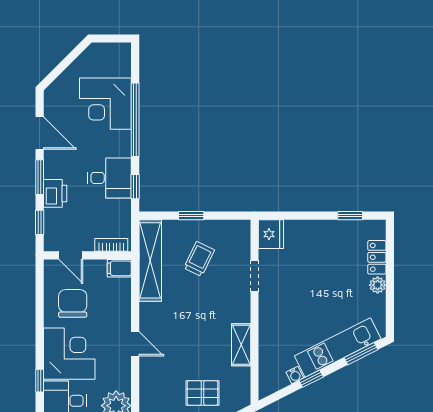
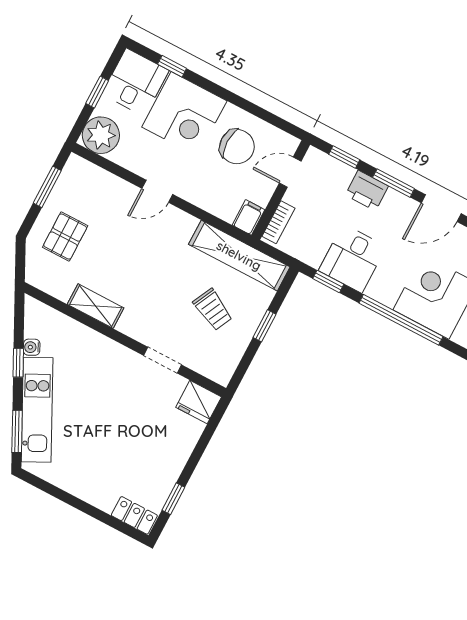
locker: (377, 257) -> (134, 515), moved
plant: (378, 285) -> (82, 489), removed

